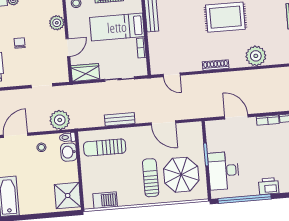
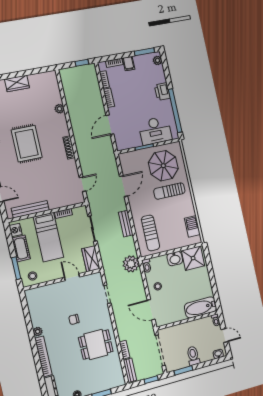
plant: (57, 23) -> (52, 290), removed
plant: (256, 56) -> (59, 109), width x0.53, depth x0.53
plant: (60, 120) -> (131, 264), moved
washbasin: (69, 152) -> (175, 259), moved

